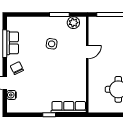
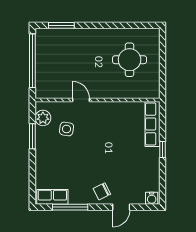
row of seats: (13, 43) -> (52, 197), moved
side table: (52, 44) -> (67, 129), moved
water cooler: (12, 95) -> (152, 198), moved

